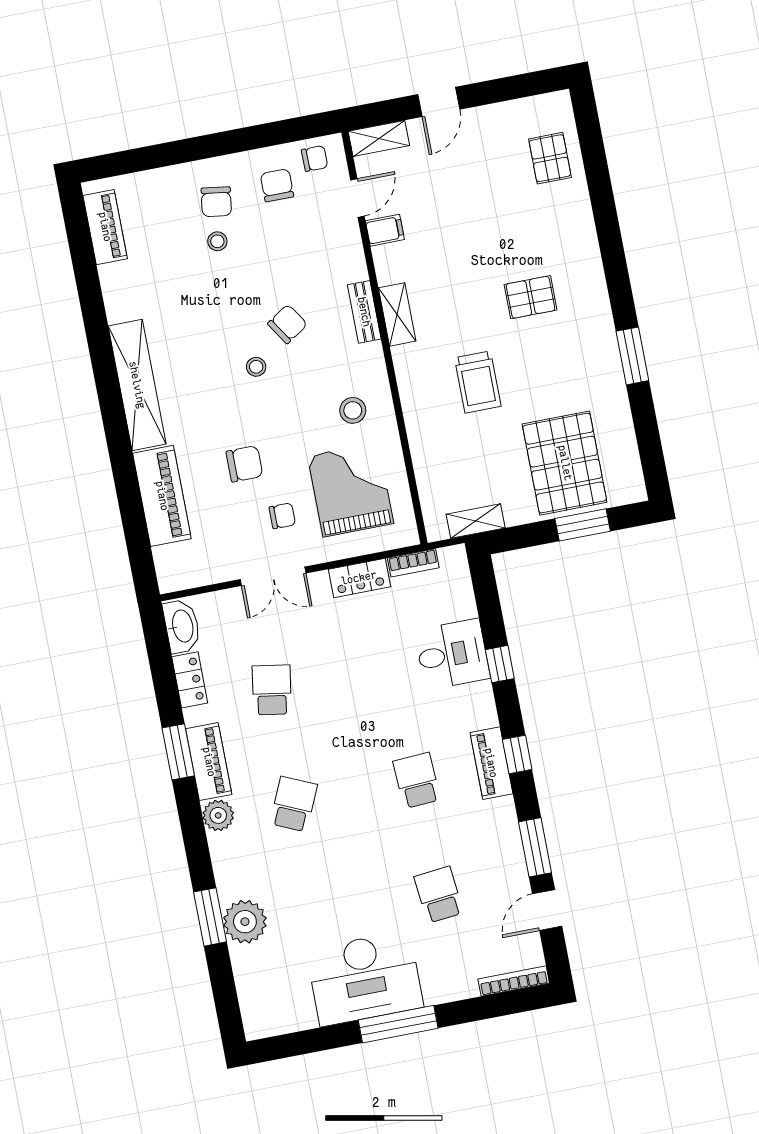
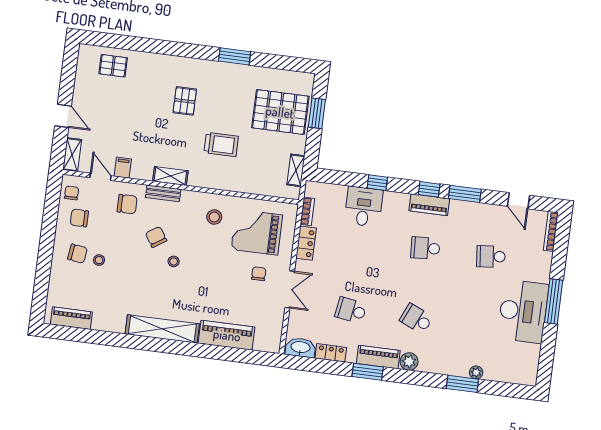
chair: (244, 464) -> (127, 204), moved, turned 90
window: (535, 847) -> (465, 194), moved
plant: (245, 922) -> (476, 372), width x0.53, depth x0.53

